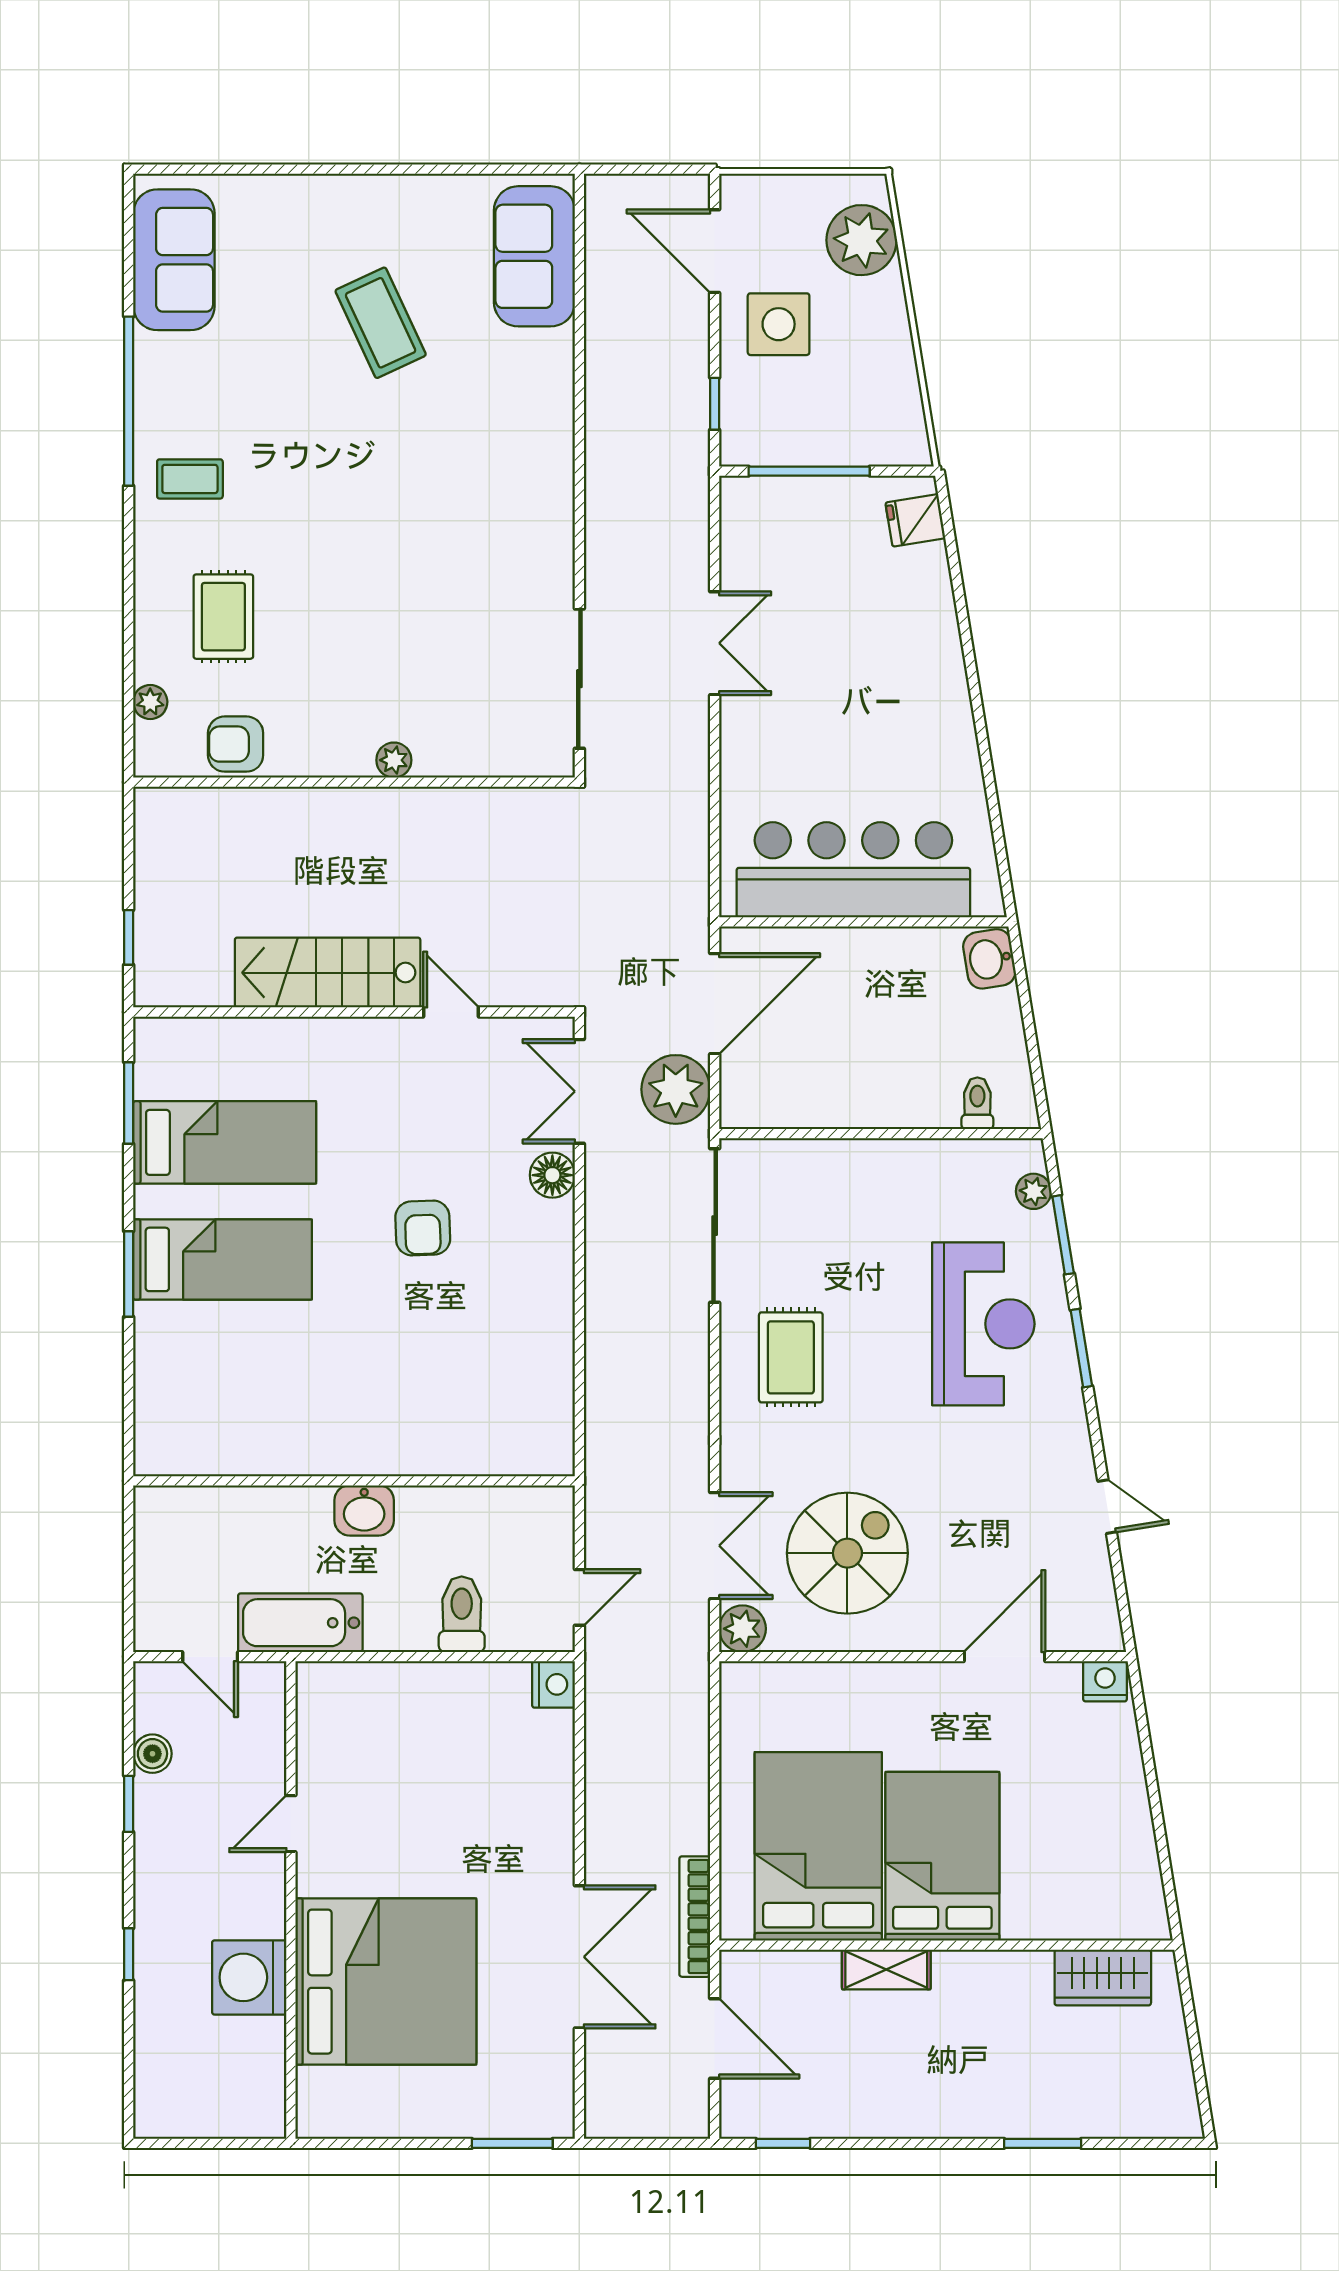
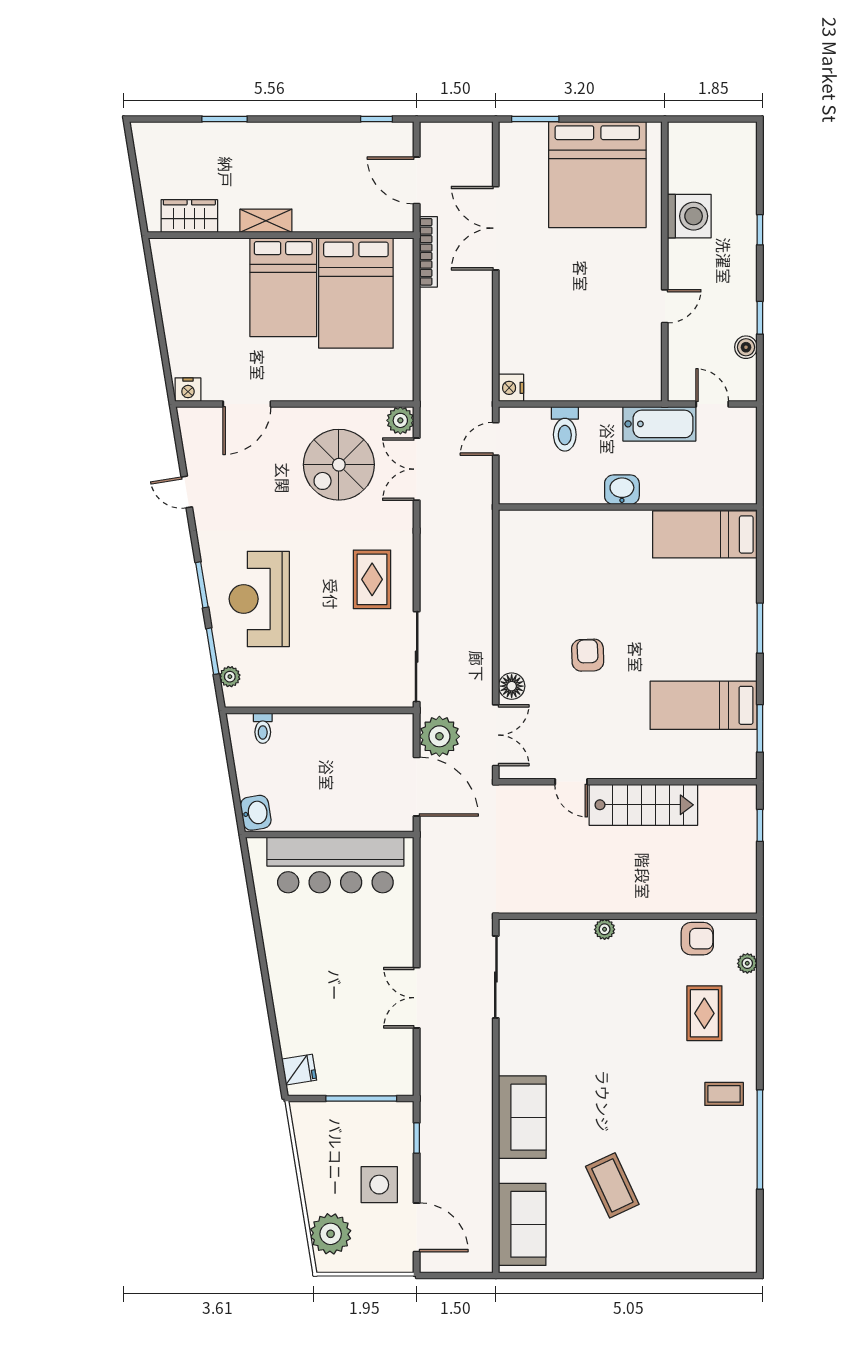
sofa: (174, 260) -> (522, 1117), moved, turned 180
door: (715, 1004) -> (417, 787), swing flipped
bed: (223, 1259) -> (705, 534), moved
shelving: (886, 1970) -> (266, 221), moved
bed: (386, 1982) -> (597, 175), moved, turned -90

